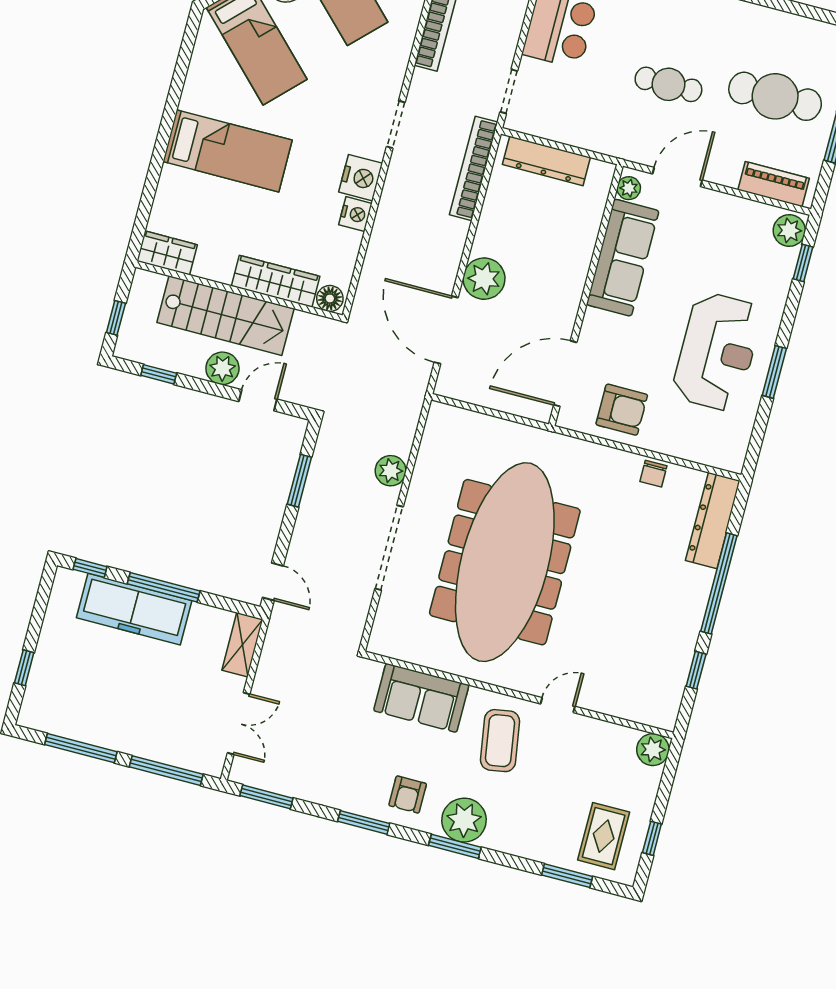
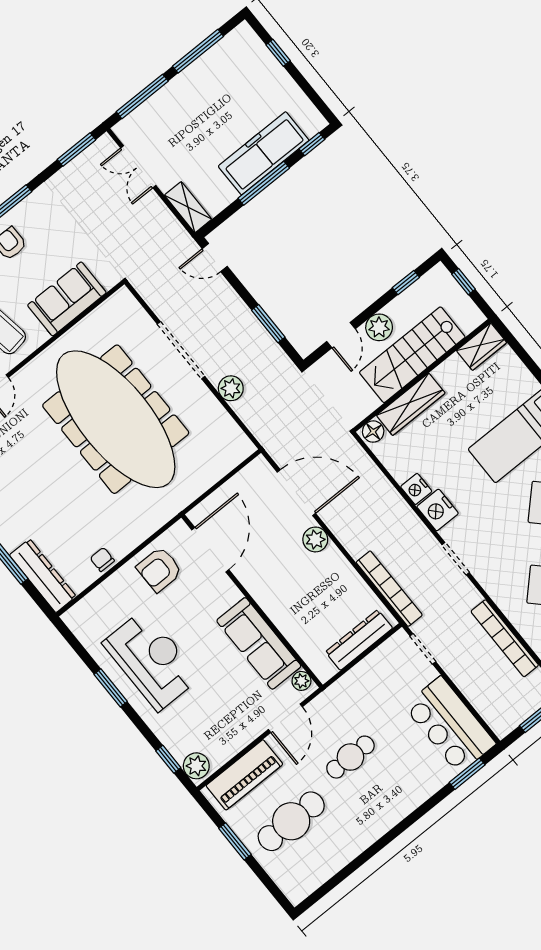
piano: (774, 184) -> (244, 775), width x1.37, depth x1.33
plant: (484, 279) -> (315, 539), width x0.73, depth x0.73
reception desk: (717, 352) -> (151, 660), turned 180

